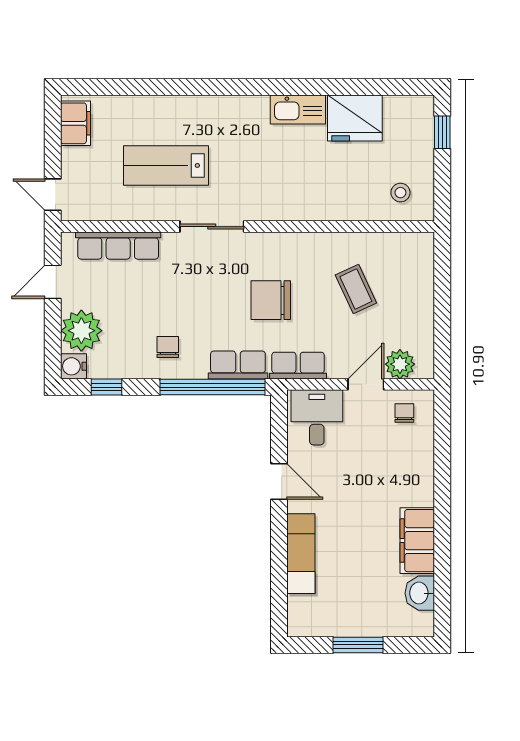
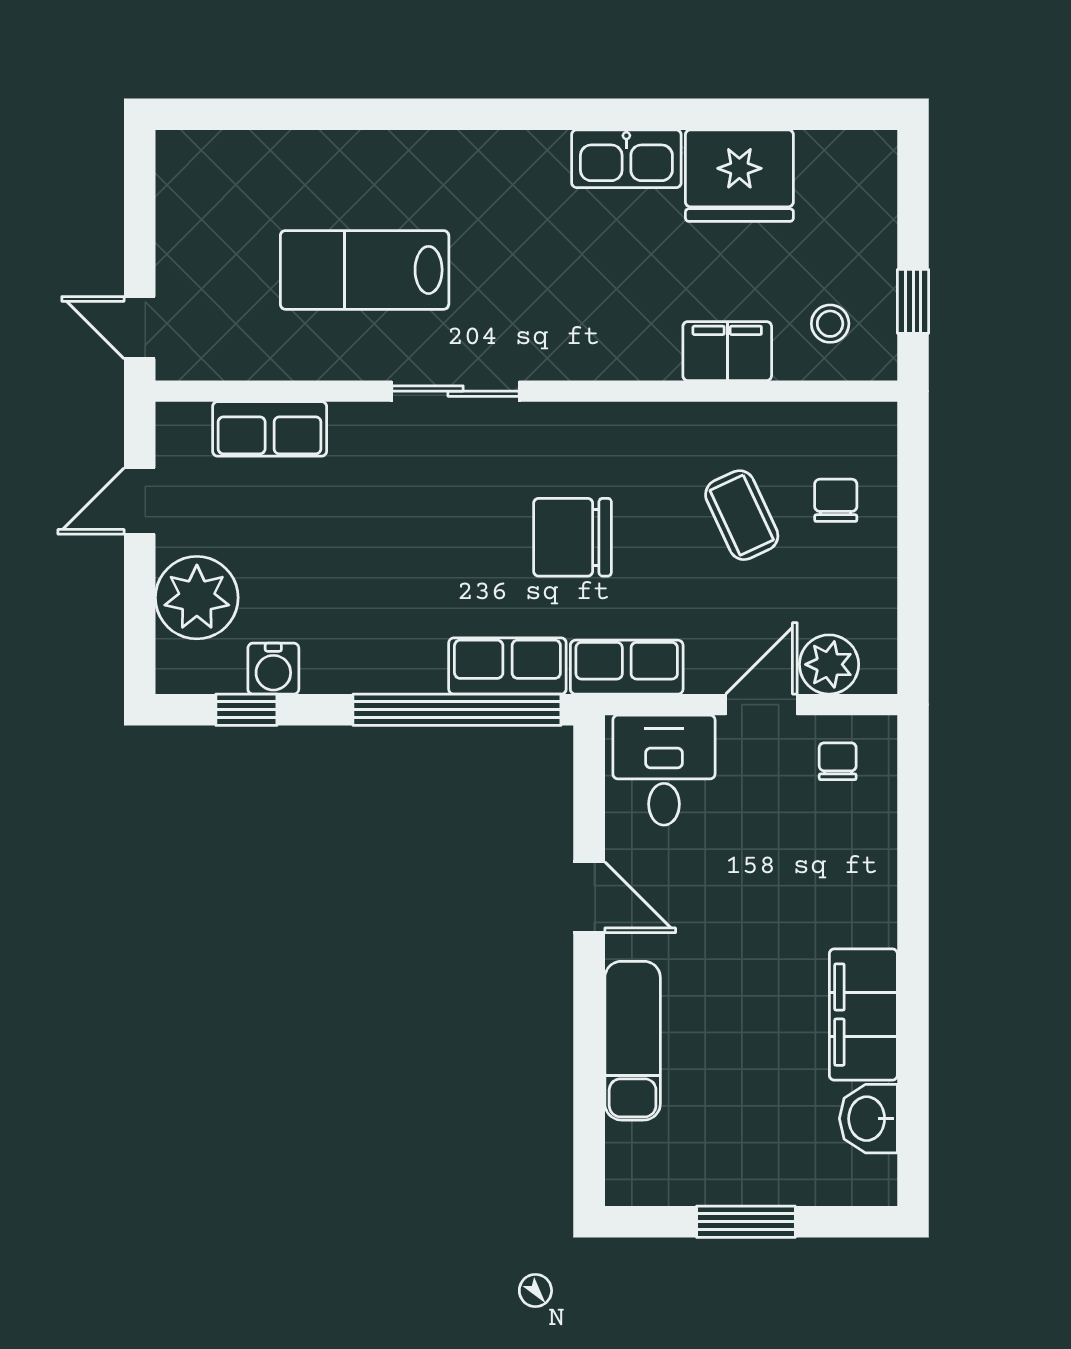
filing cabinet: (76, 123) -> (727, 351), moved, turned -90
window: (442, 132) -> (913, 301), moved
row of seats: (118, 246) -> (270, 429), width x0.68
chair: (168, 347) -> (836, 500), moved
water cooler: (73, 366) -> (273, 669), moved, turned -90

